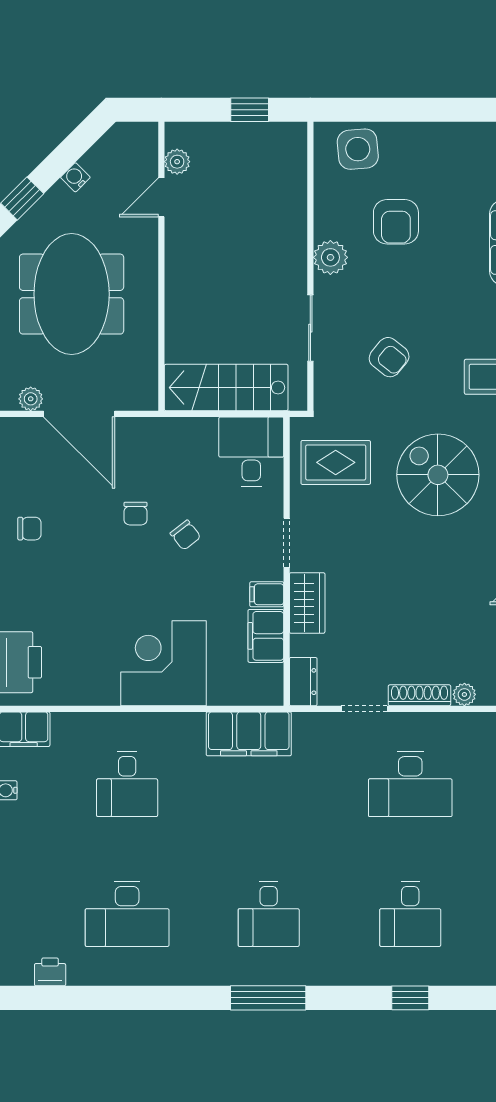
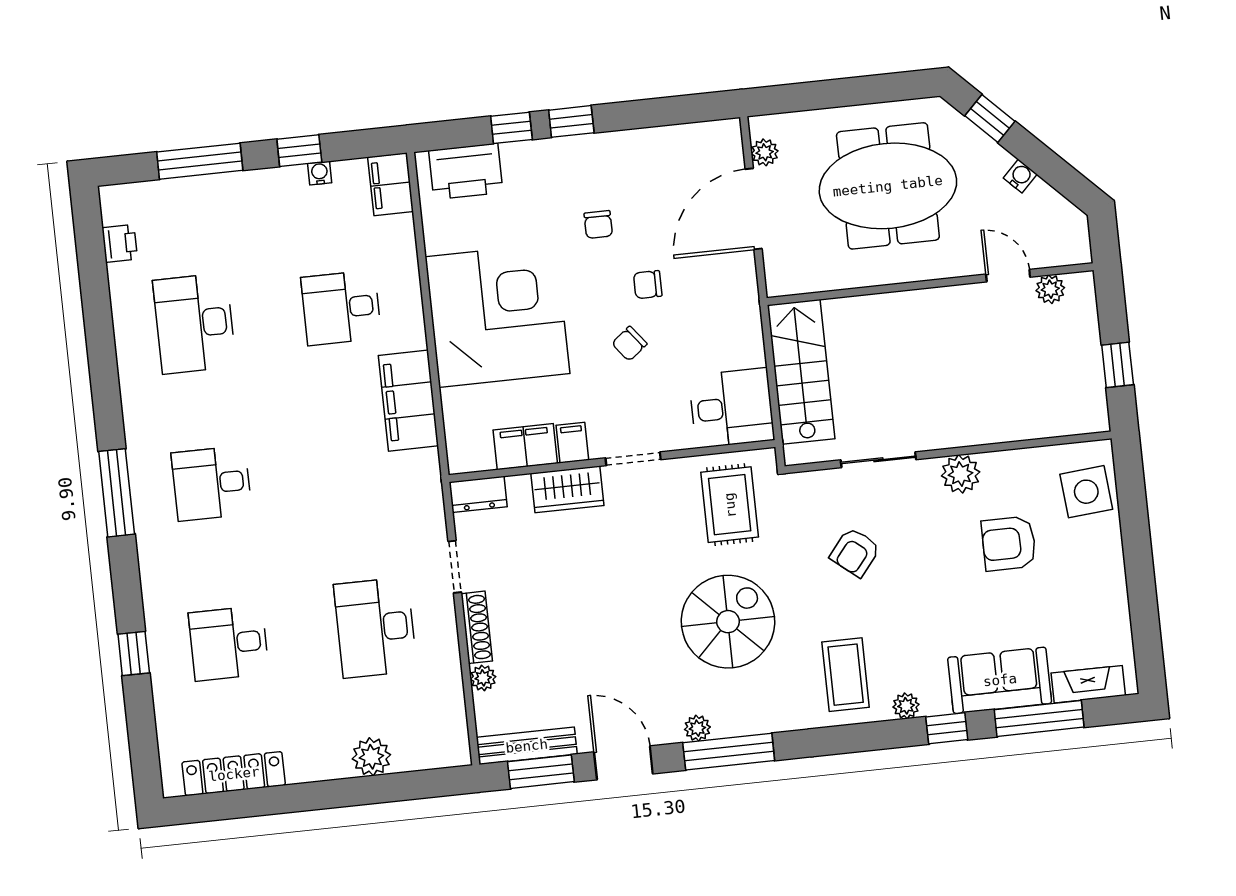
chair: (29, 529) -> (598, 224), moved
corner desk: (164, 663) -> (497, 315), width x1.36, depth x1.36
filing cabinet: (249, 734) -> (408, 401), moved

